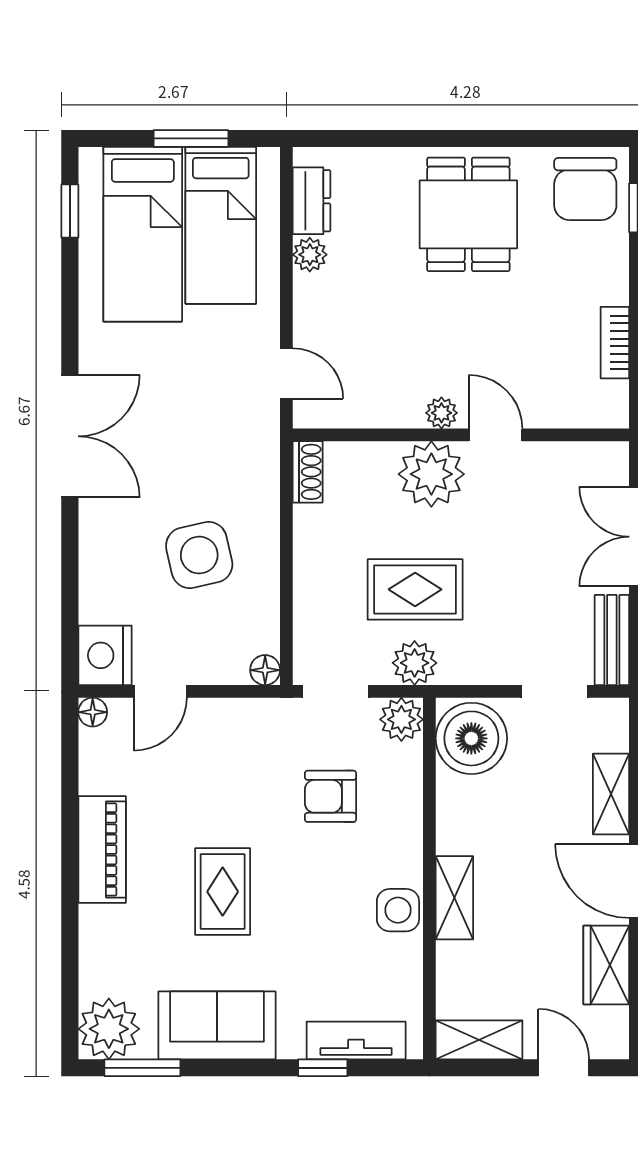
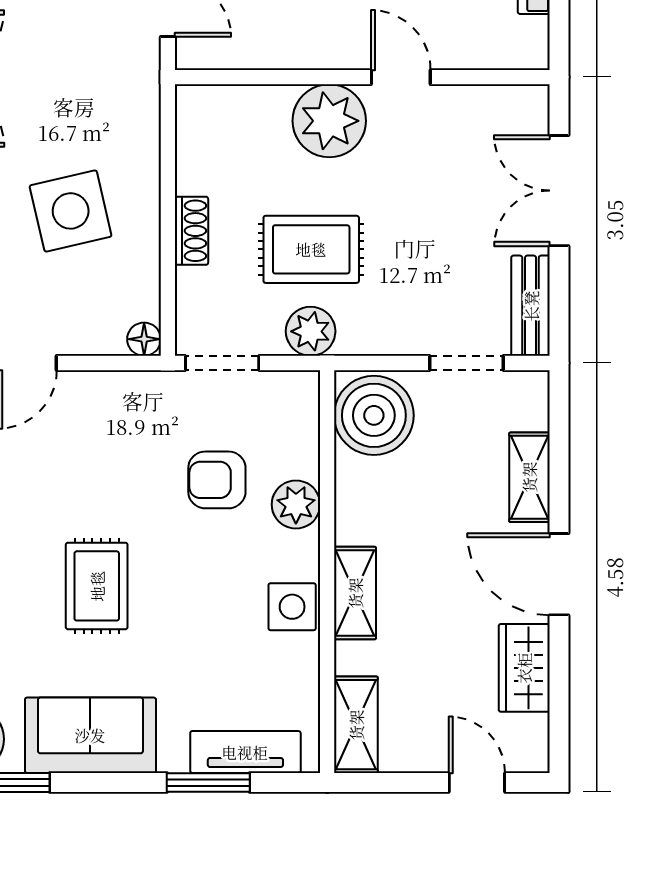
plant: (441, 413) -> (341, 53), removed
shoe rack: (308, 472) -> (191, 231), moved
plant: (401, 719) -> (296, 504), moved
shelving: (479, 1040) -> (356, 725), moved, turned 90
window: (323, 1068) -> (208, 782), width x1.50

